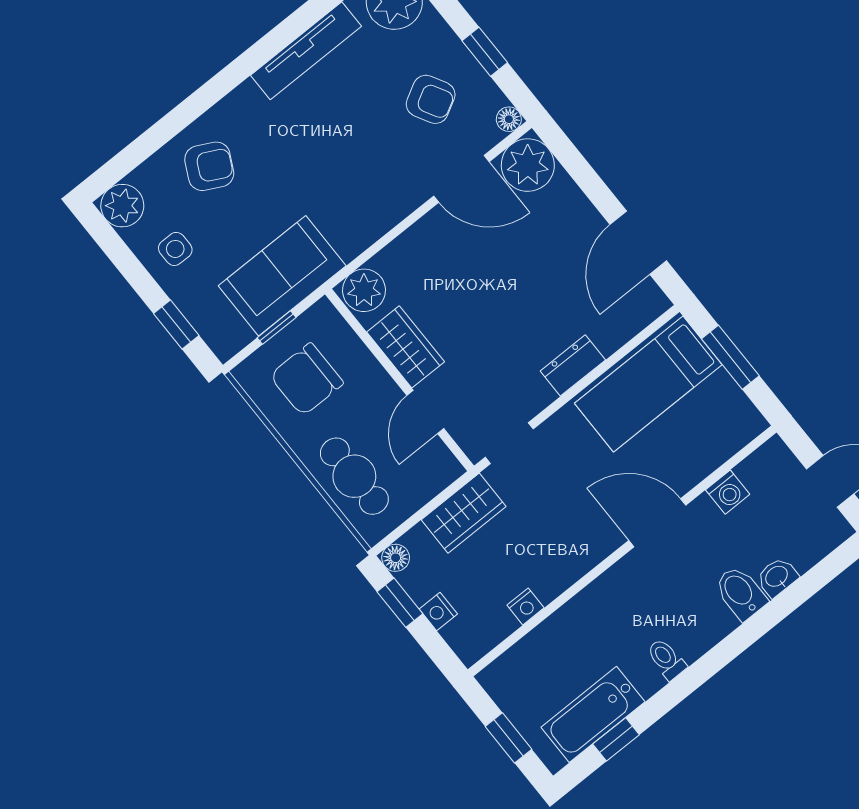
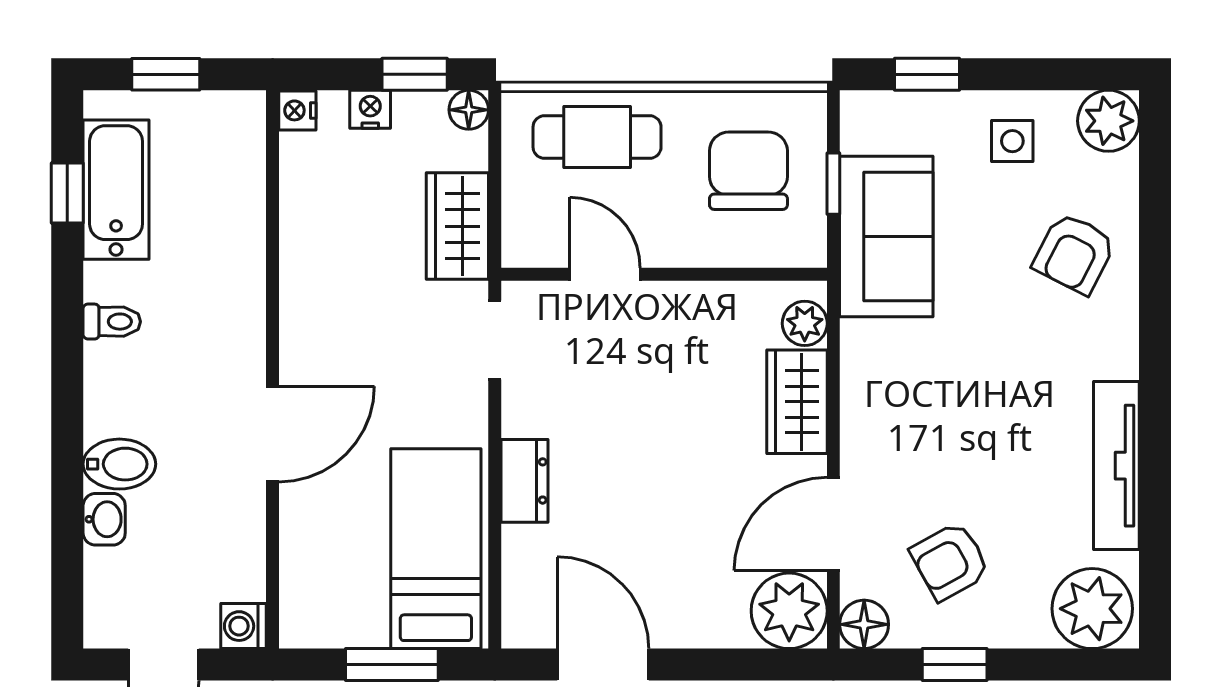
floor lamp: (509, 119) -> (864, 624), width x1.37, depth x1.37
plant: (364, 290) -> (805, 323), width x0.73, depth x0.73
wardrobe: (406, 347) -> (797, 402), moved, turned 90
washing machine: (728, 492) -> (244, 626), moved
nightstand: (526, 606) -> (297, 110), moved

